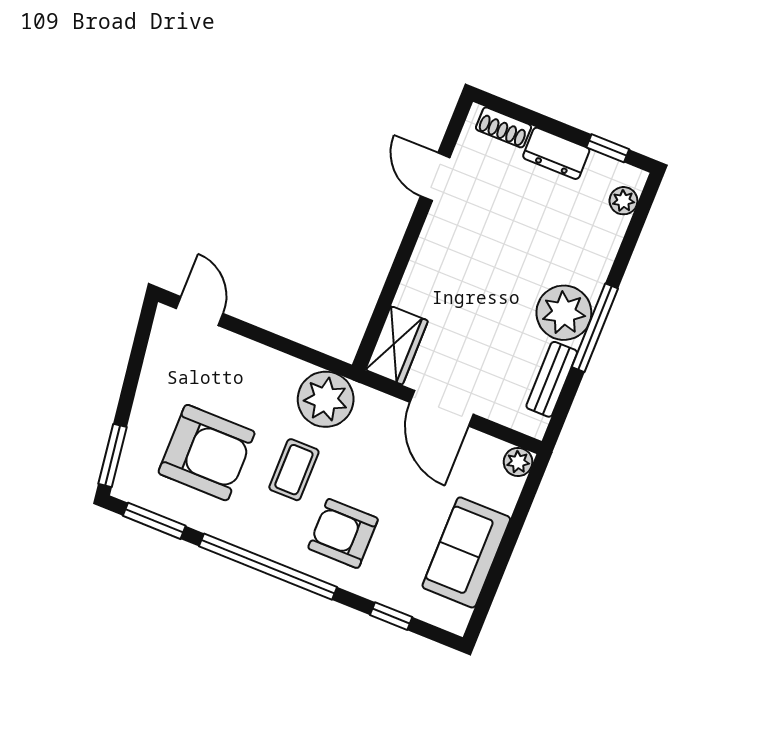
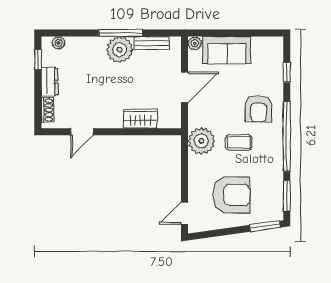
wardrobe: (397, 345) -> (140, 119), moved
armchair: (207, 453) -> (232, 195), moved, turned 90
sofa: (466, 552) -> (227, 50), moved

